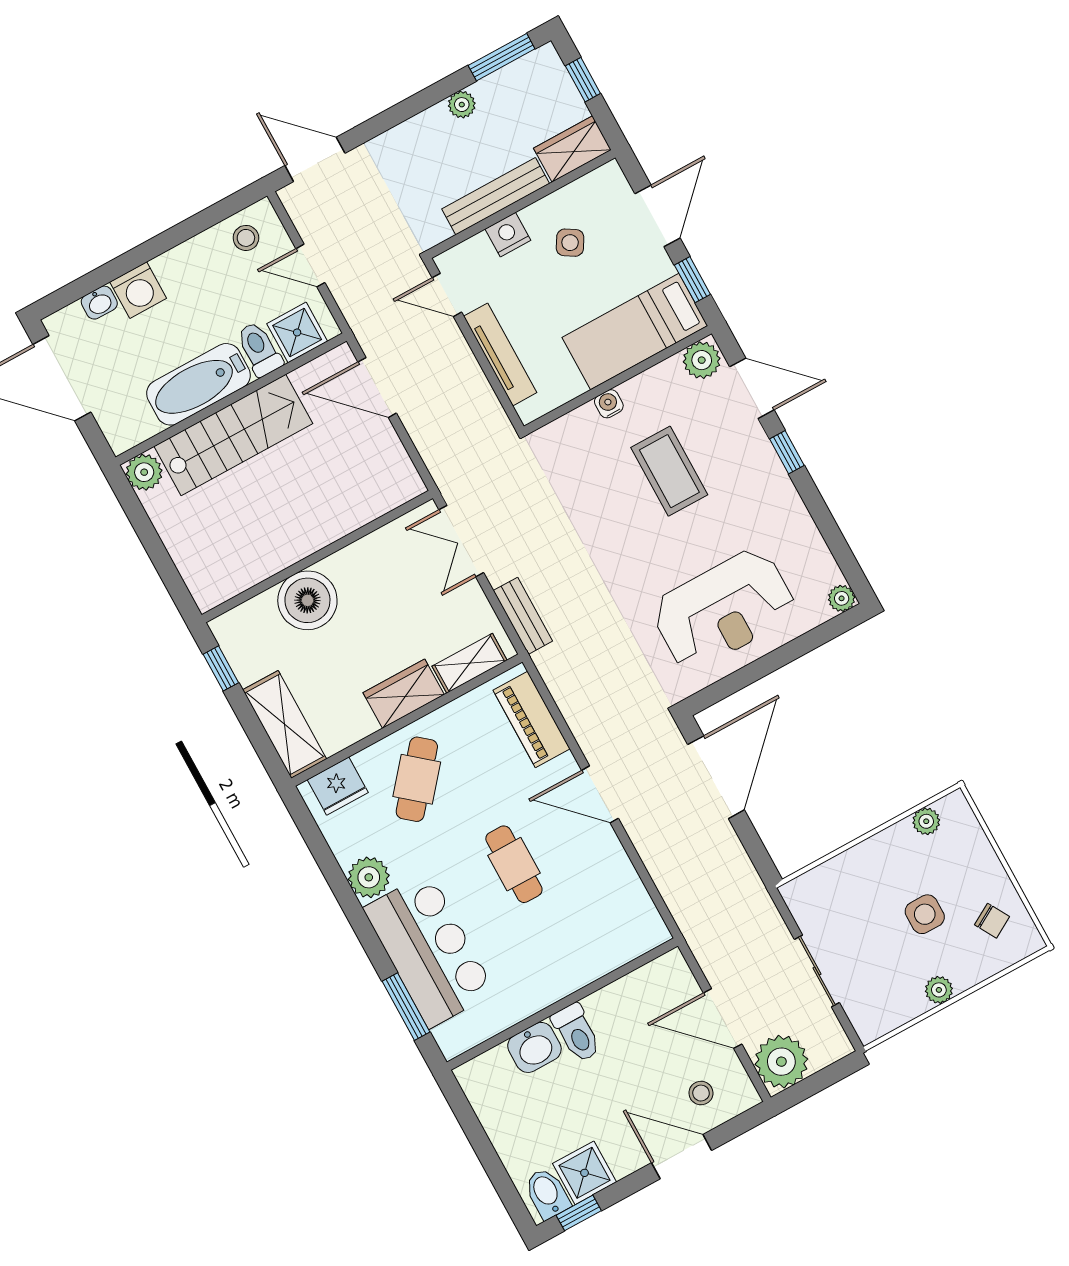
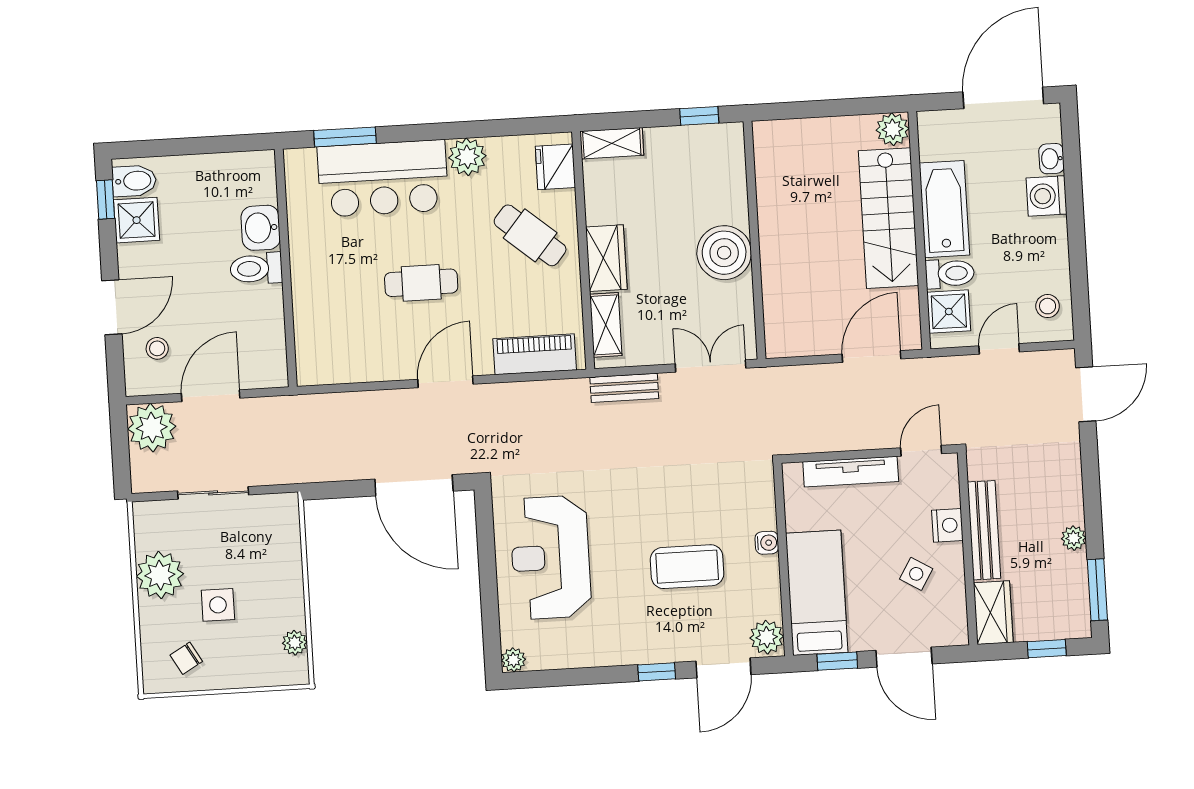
boiler: (307, 600) -> (724, 253), moved
shelving: (285, 724) -> (612, 143), width x0.67, depth x0.75
plant: (939, 990) -> (160, 575), width x1.88, depth x1.88

